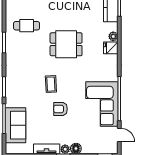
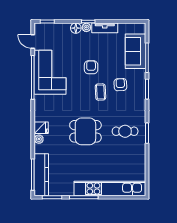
cafe table: (27, 26) -> (125, 131), moved
armchair: (31, 91) -> (120, 85), added
armchair: (60, 109) -> (91, 67), turned -90

